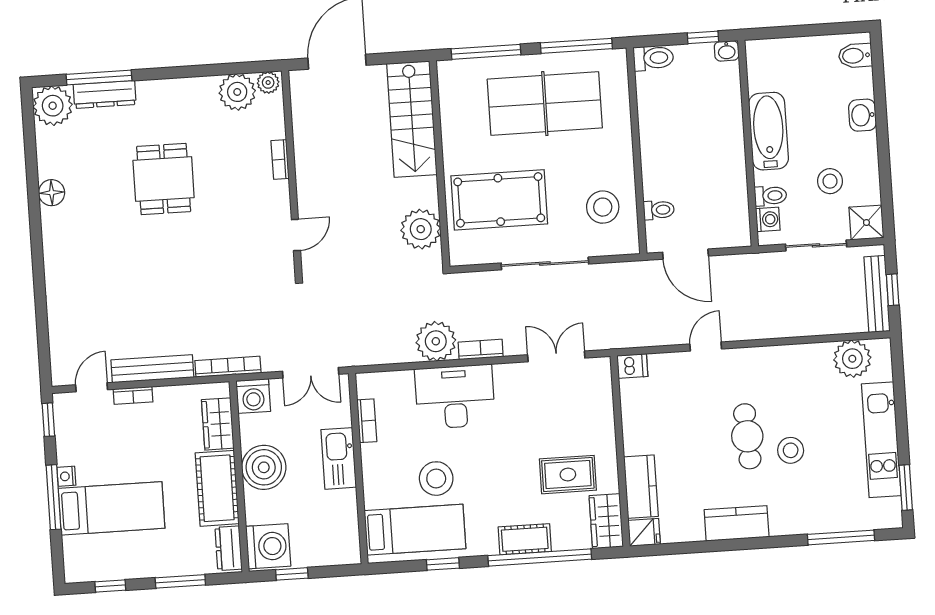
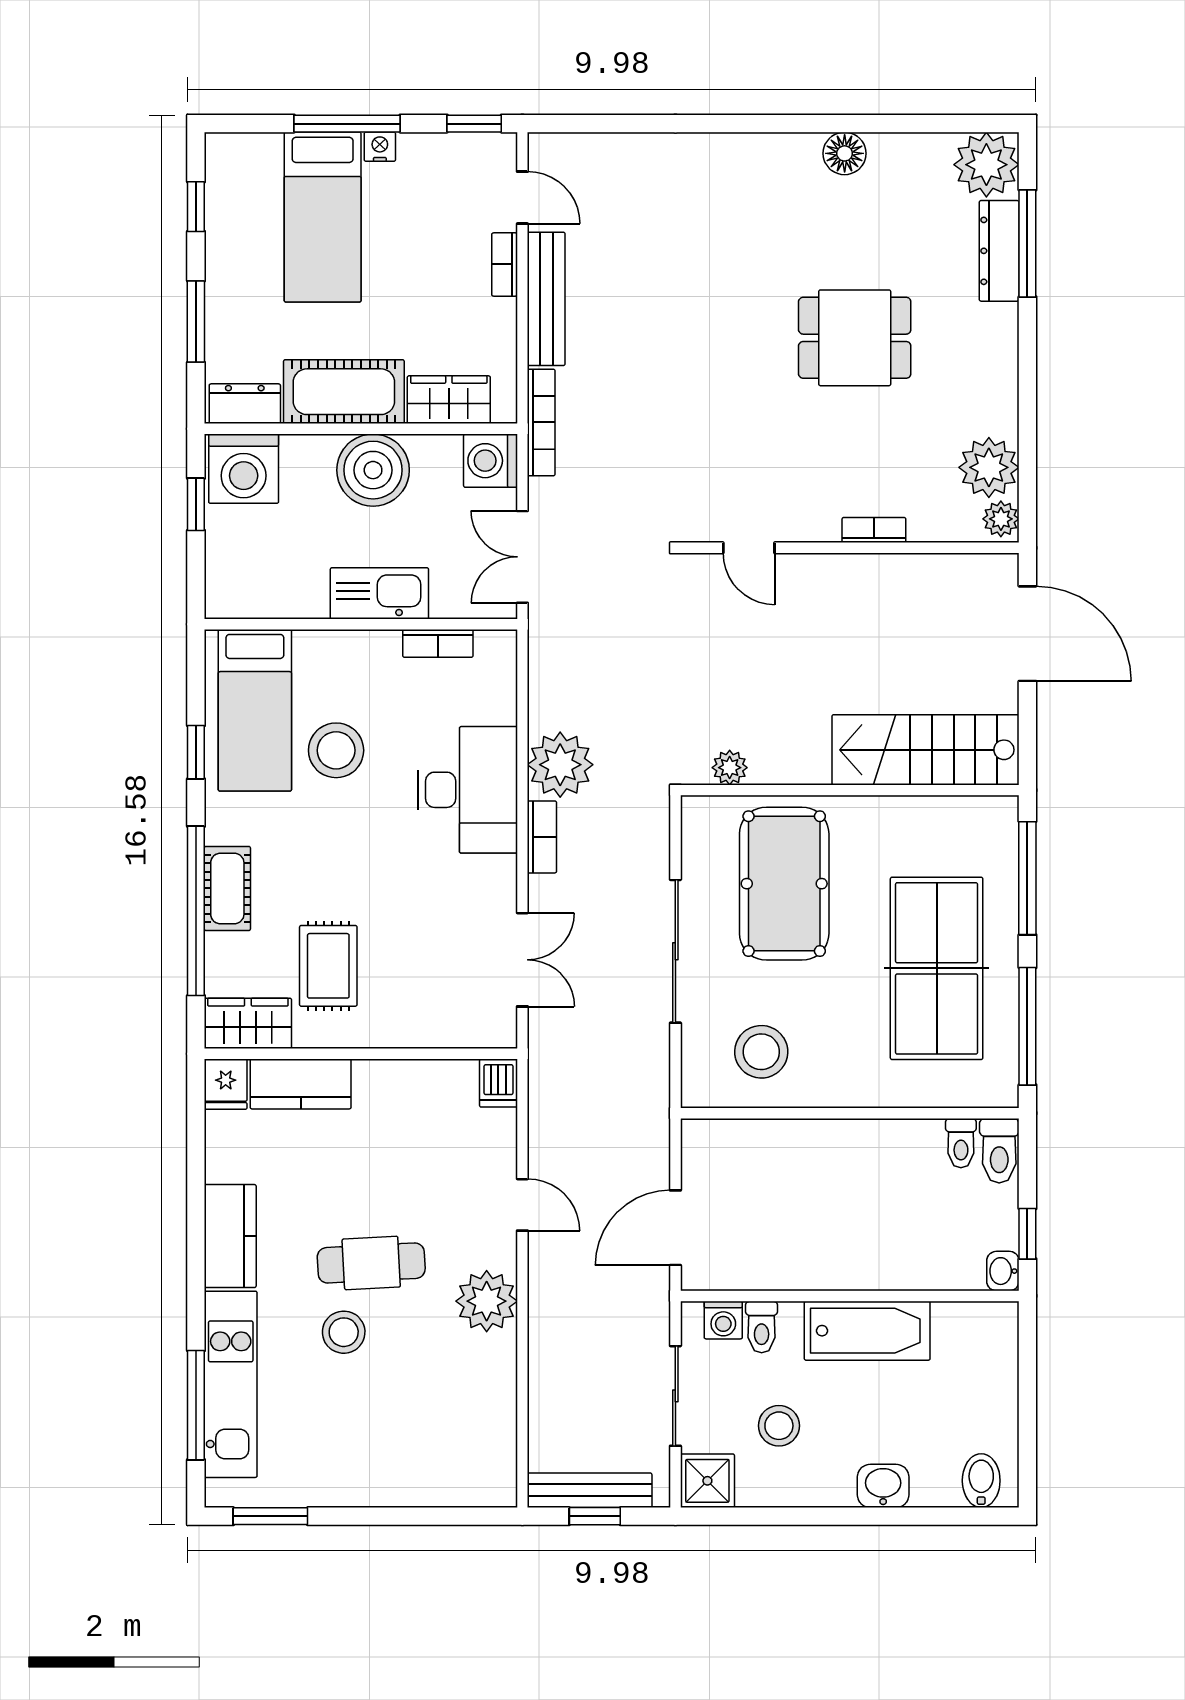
toilet: (659, 210) -> (961, 1143), moved
plant: (421, 229) -> (730, 768), width x0.53, depth x0.53
door: (686, 254) -> (675, 1228), moved
plant: (852, 359) -> (487, 1301), moved
kitchen unit: (881, 440) -> (231, 1384), moved, turned 90

